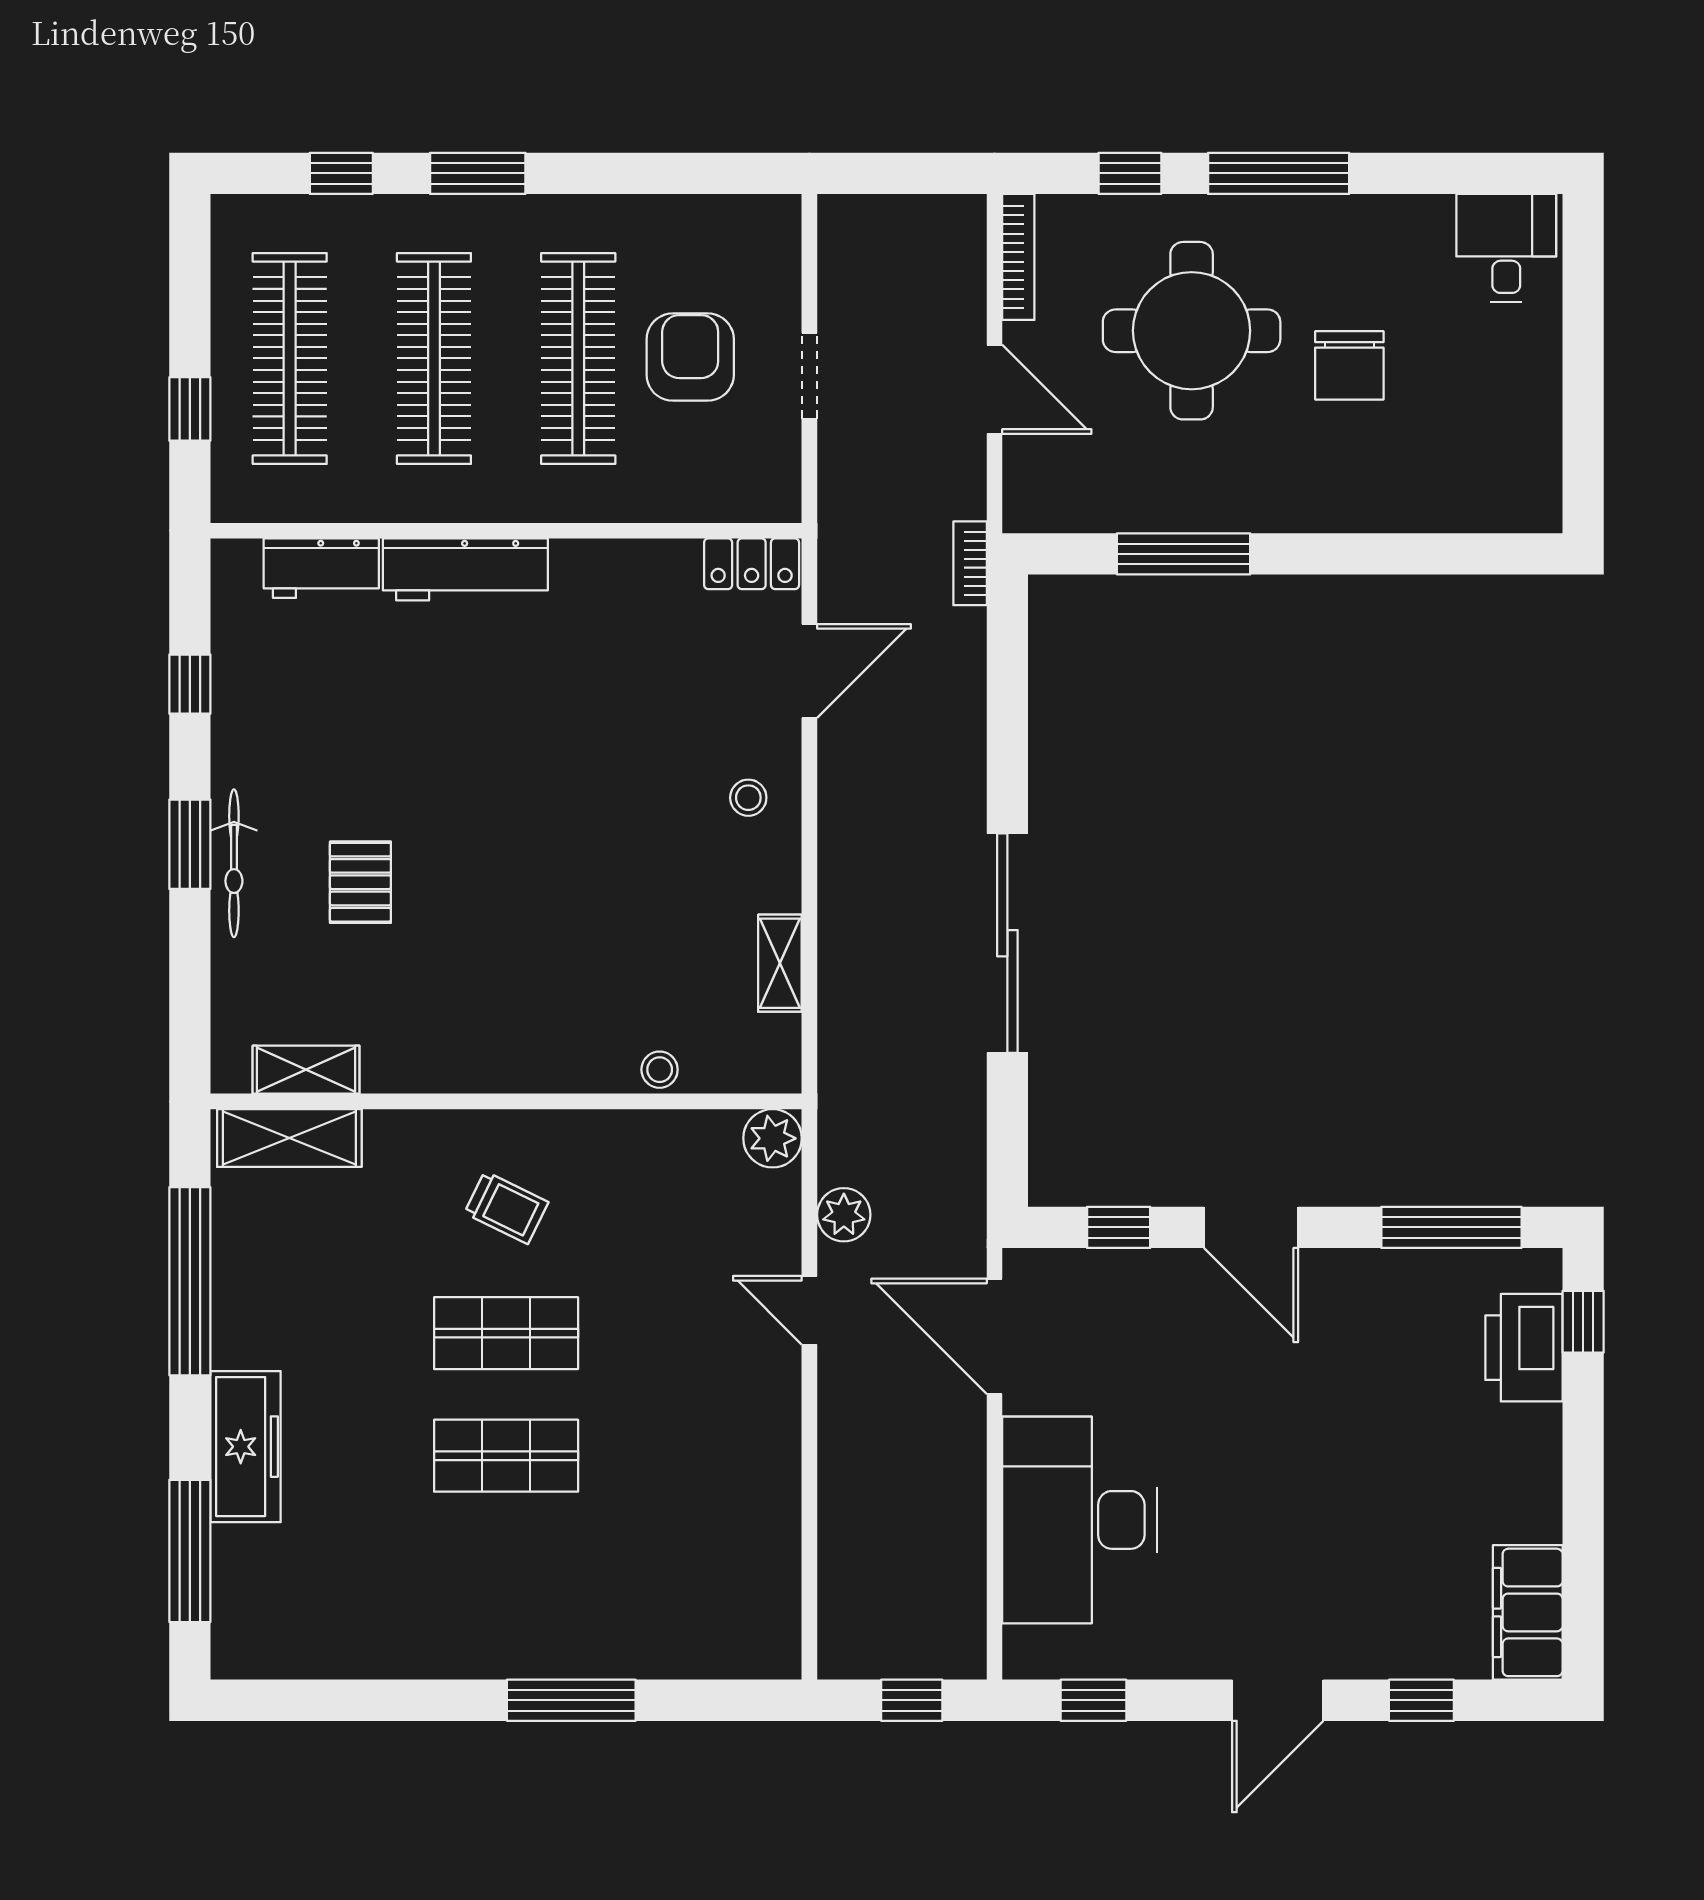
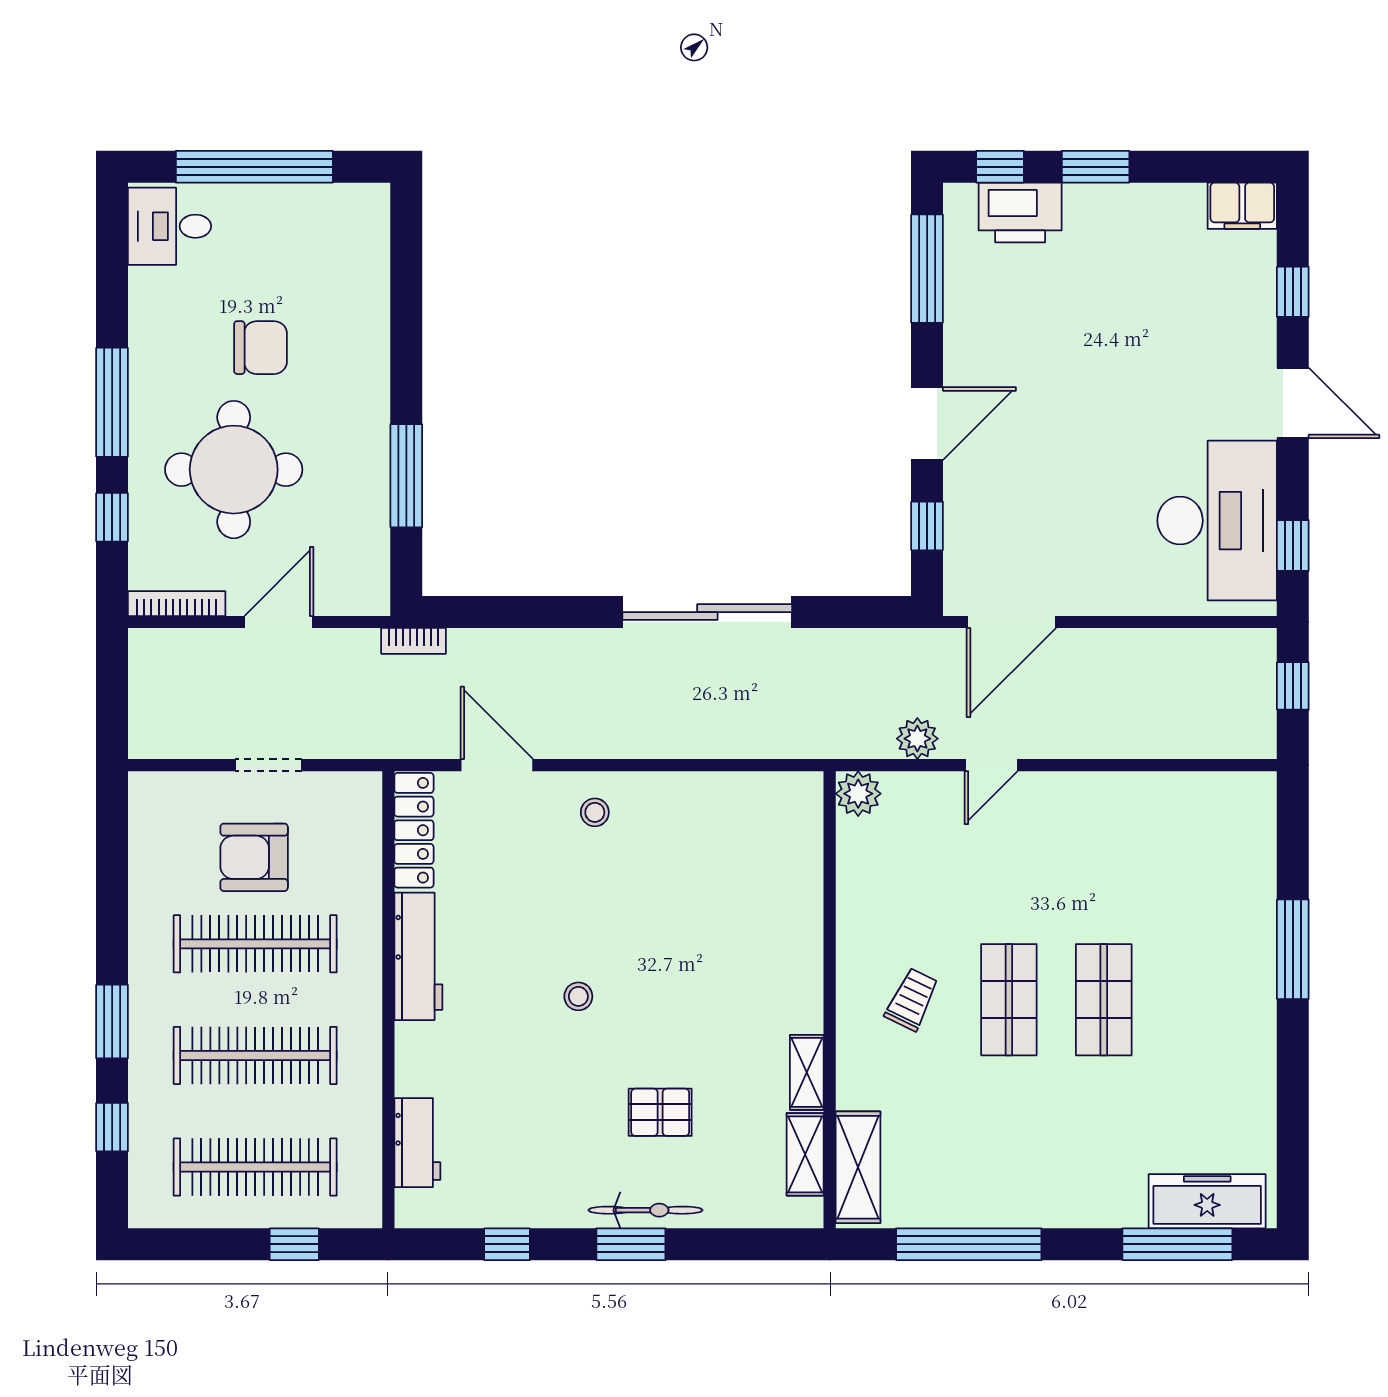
window: (1583, 357) -> (254, 167), added
locker: (752, 564) -> (414, 830), width x1.53
workbench: (465, 569) -> (418, 956), moved
shelving: (780, 963) -> (807, 1072), moved, turned 90
stool: (660, 1070) -> (578, 996), moved
window: (1583, 1445) -> (1096, 167), added
freezer: (246, 1447) -> (1207, 1201), moved
desk: (1080, 1520) -> (1217, 521), moved, turned -90
filing cabinet: (1528, 1612) -> (1242, 206), width x0.67, depth x0.86

